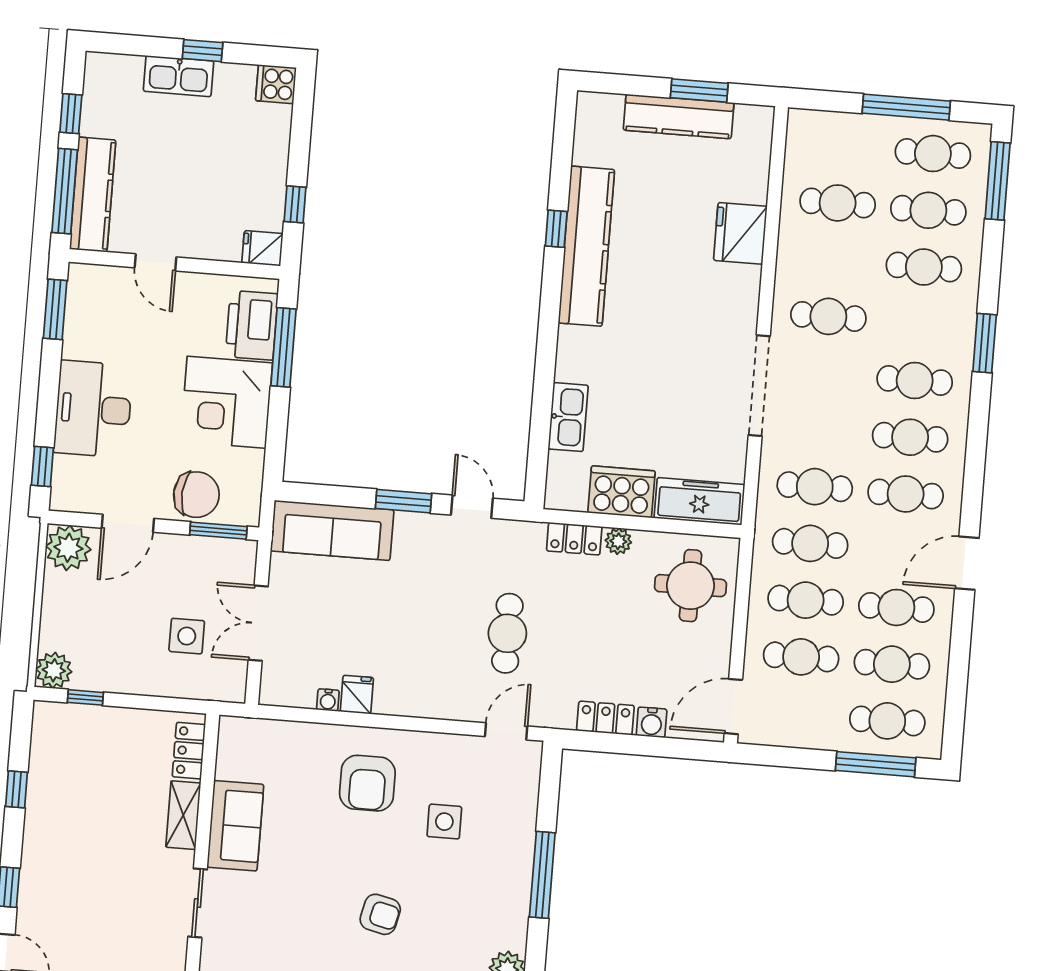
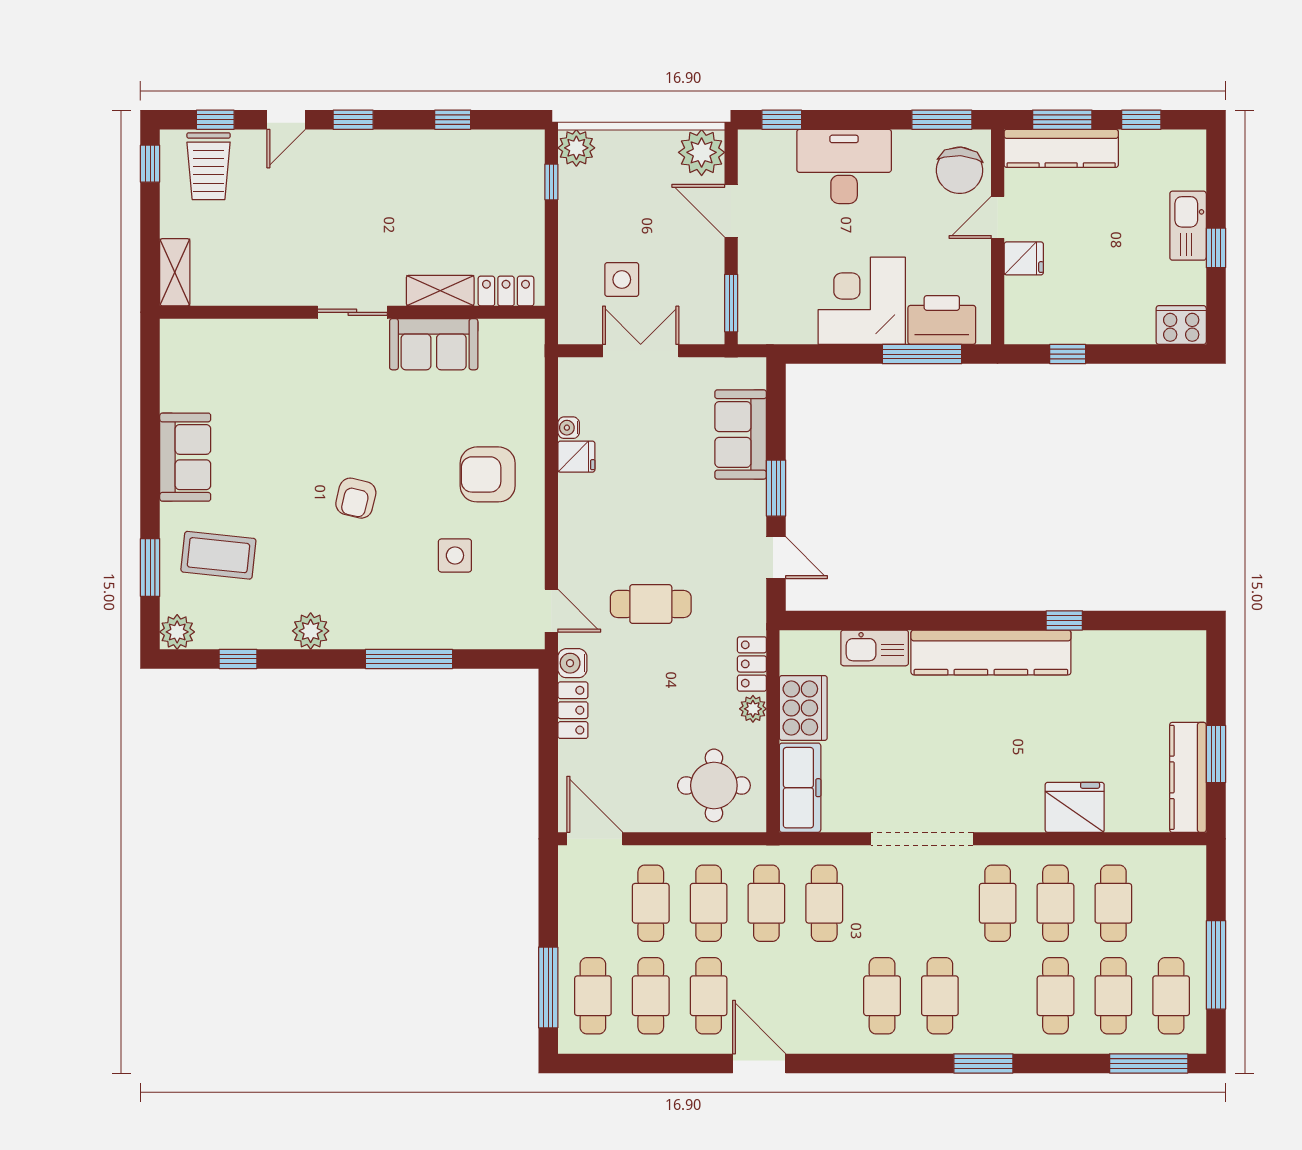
cooker: (276, 84) -> (1181, 325), width x1.36
kitchen counter: (679, 116) -> (1188, 777), moved
window: (65, 191) -> (1062, 120), width x0.69
kitchen counter: (586, 246) -> (991, 652), moved
fridge: (262, 248) -> (1024, 258), moved, turned 90
cafe table: (906, 494) -> (1055, 903), moved
chair: (196, 495) -> (959, 170), moved
door: (472, 507) -> (776, 558), hinge flipped
sofa: (332, 530) -> (741, 434), width x0.73
water cooler: (652, 722) -> (572, 663), moved

